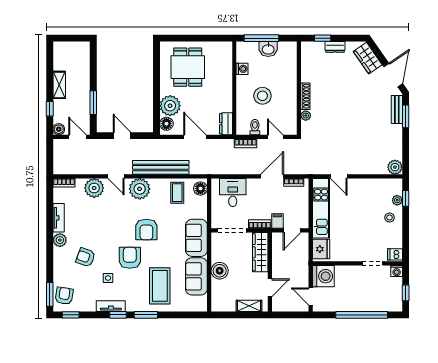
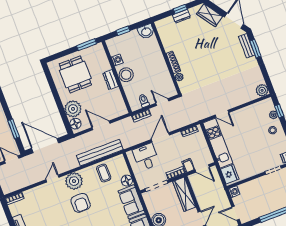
window: (214, 38) -> (87, 45), added
window: (262, 38) -> (123, 31), width x0.46
window: (323, 38) -> (180, 9), moved
washbasin: (268, 49) -> (146, 32), moved
stool: (262, 96) -> (126, 75), moved
dresser: (226, 124) -> (111, 80), moved
door: (122, 136) -> (45, 146), width x1.88
bench: (161, 167) -> (100, 152), moved
door: (116, 176) -> (52, 178), swing flipped
door: (272, 176) -> (160, 137), moved
plant: (94, 188) -> (39, 194), removed
floor lamp: (200, 189) -> (127, 181), moved
armchair: (146, 229) -> (81, 203), moved
door: (292, 230) -> (202, 168), hinge flipped
washing machine: (323, 276) -> (234, 192), width x0.53, depth x0.53

